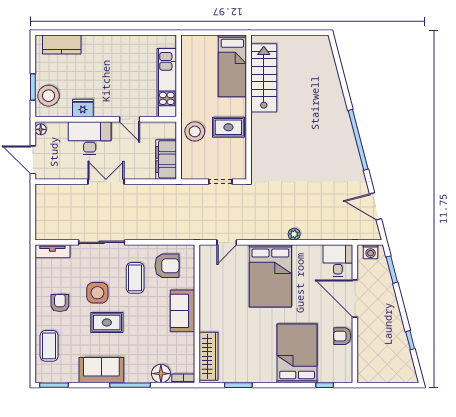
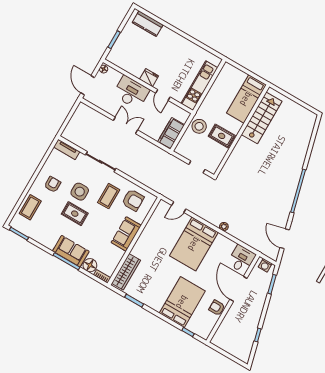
stool: (49, 96) -> (121, 51), removed
fridge: (83, 108) -> (149, 78), moved
sofa: (101, 370) -> (71, 251), moved

